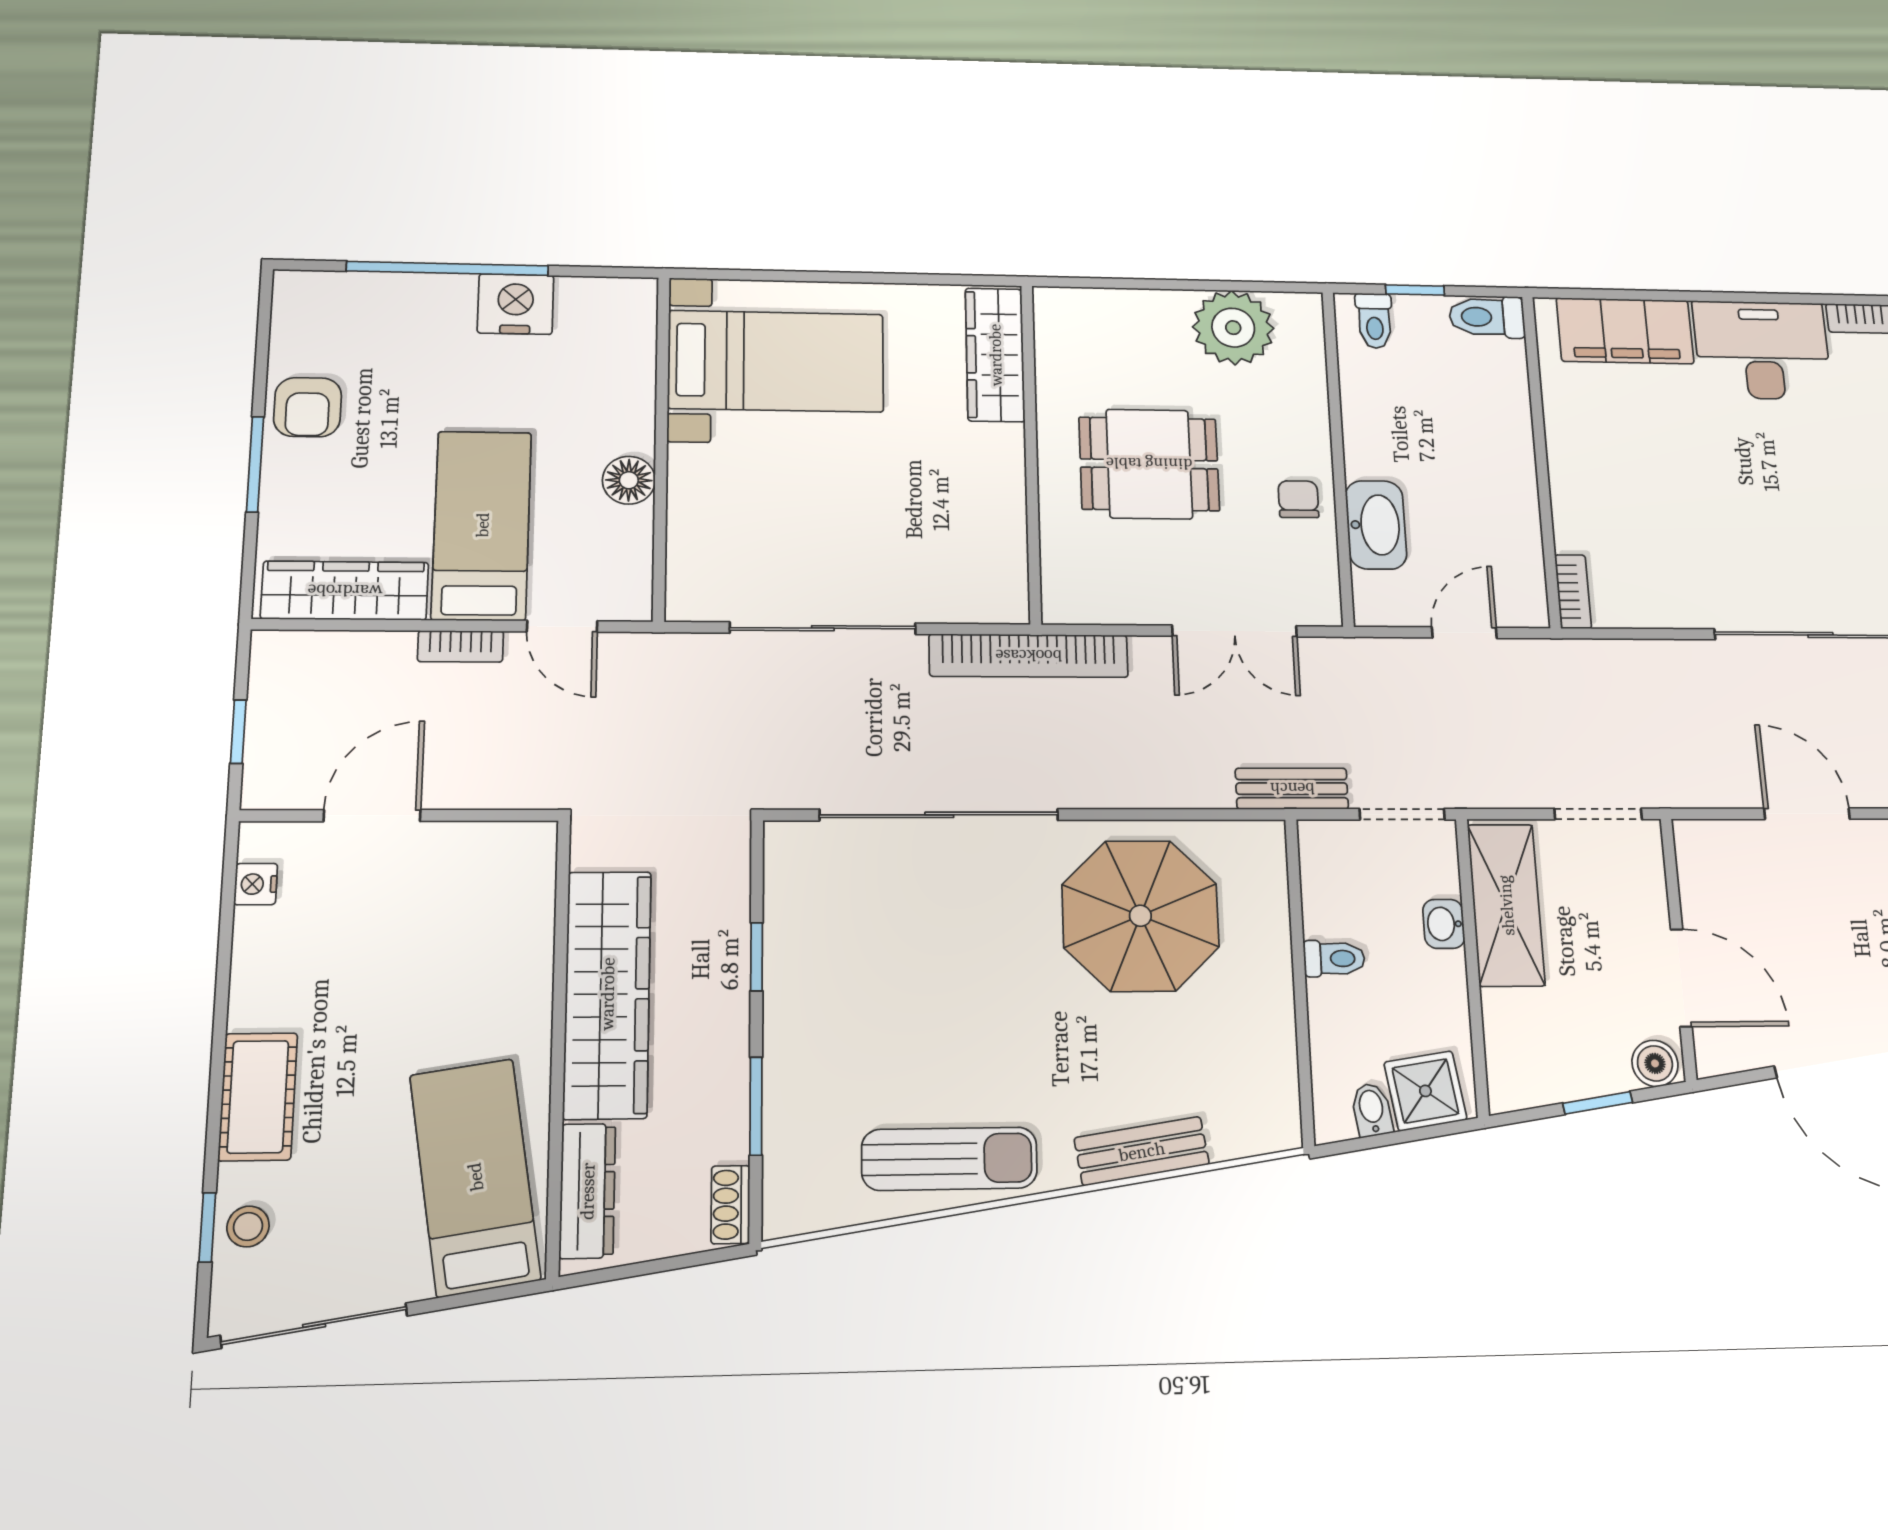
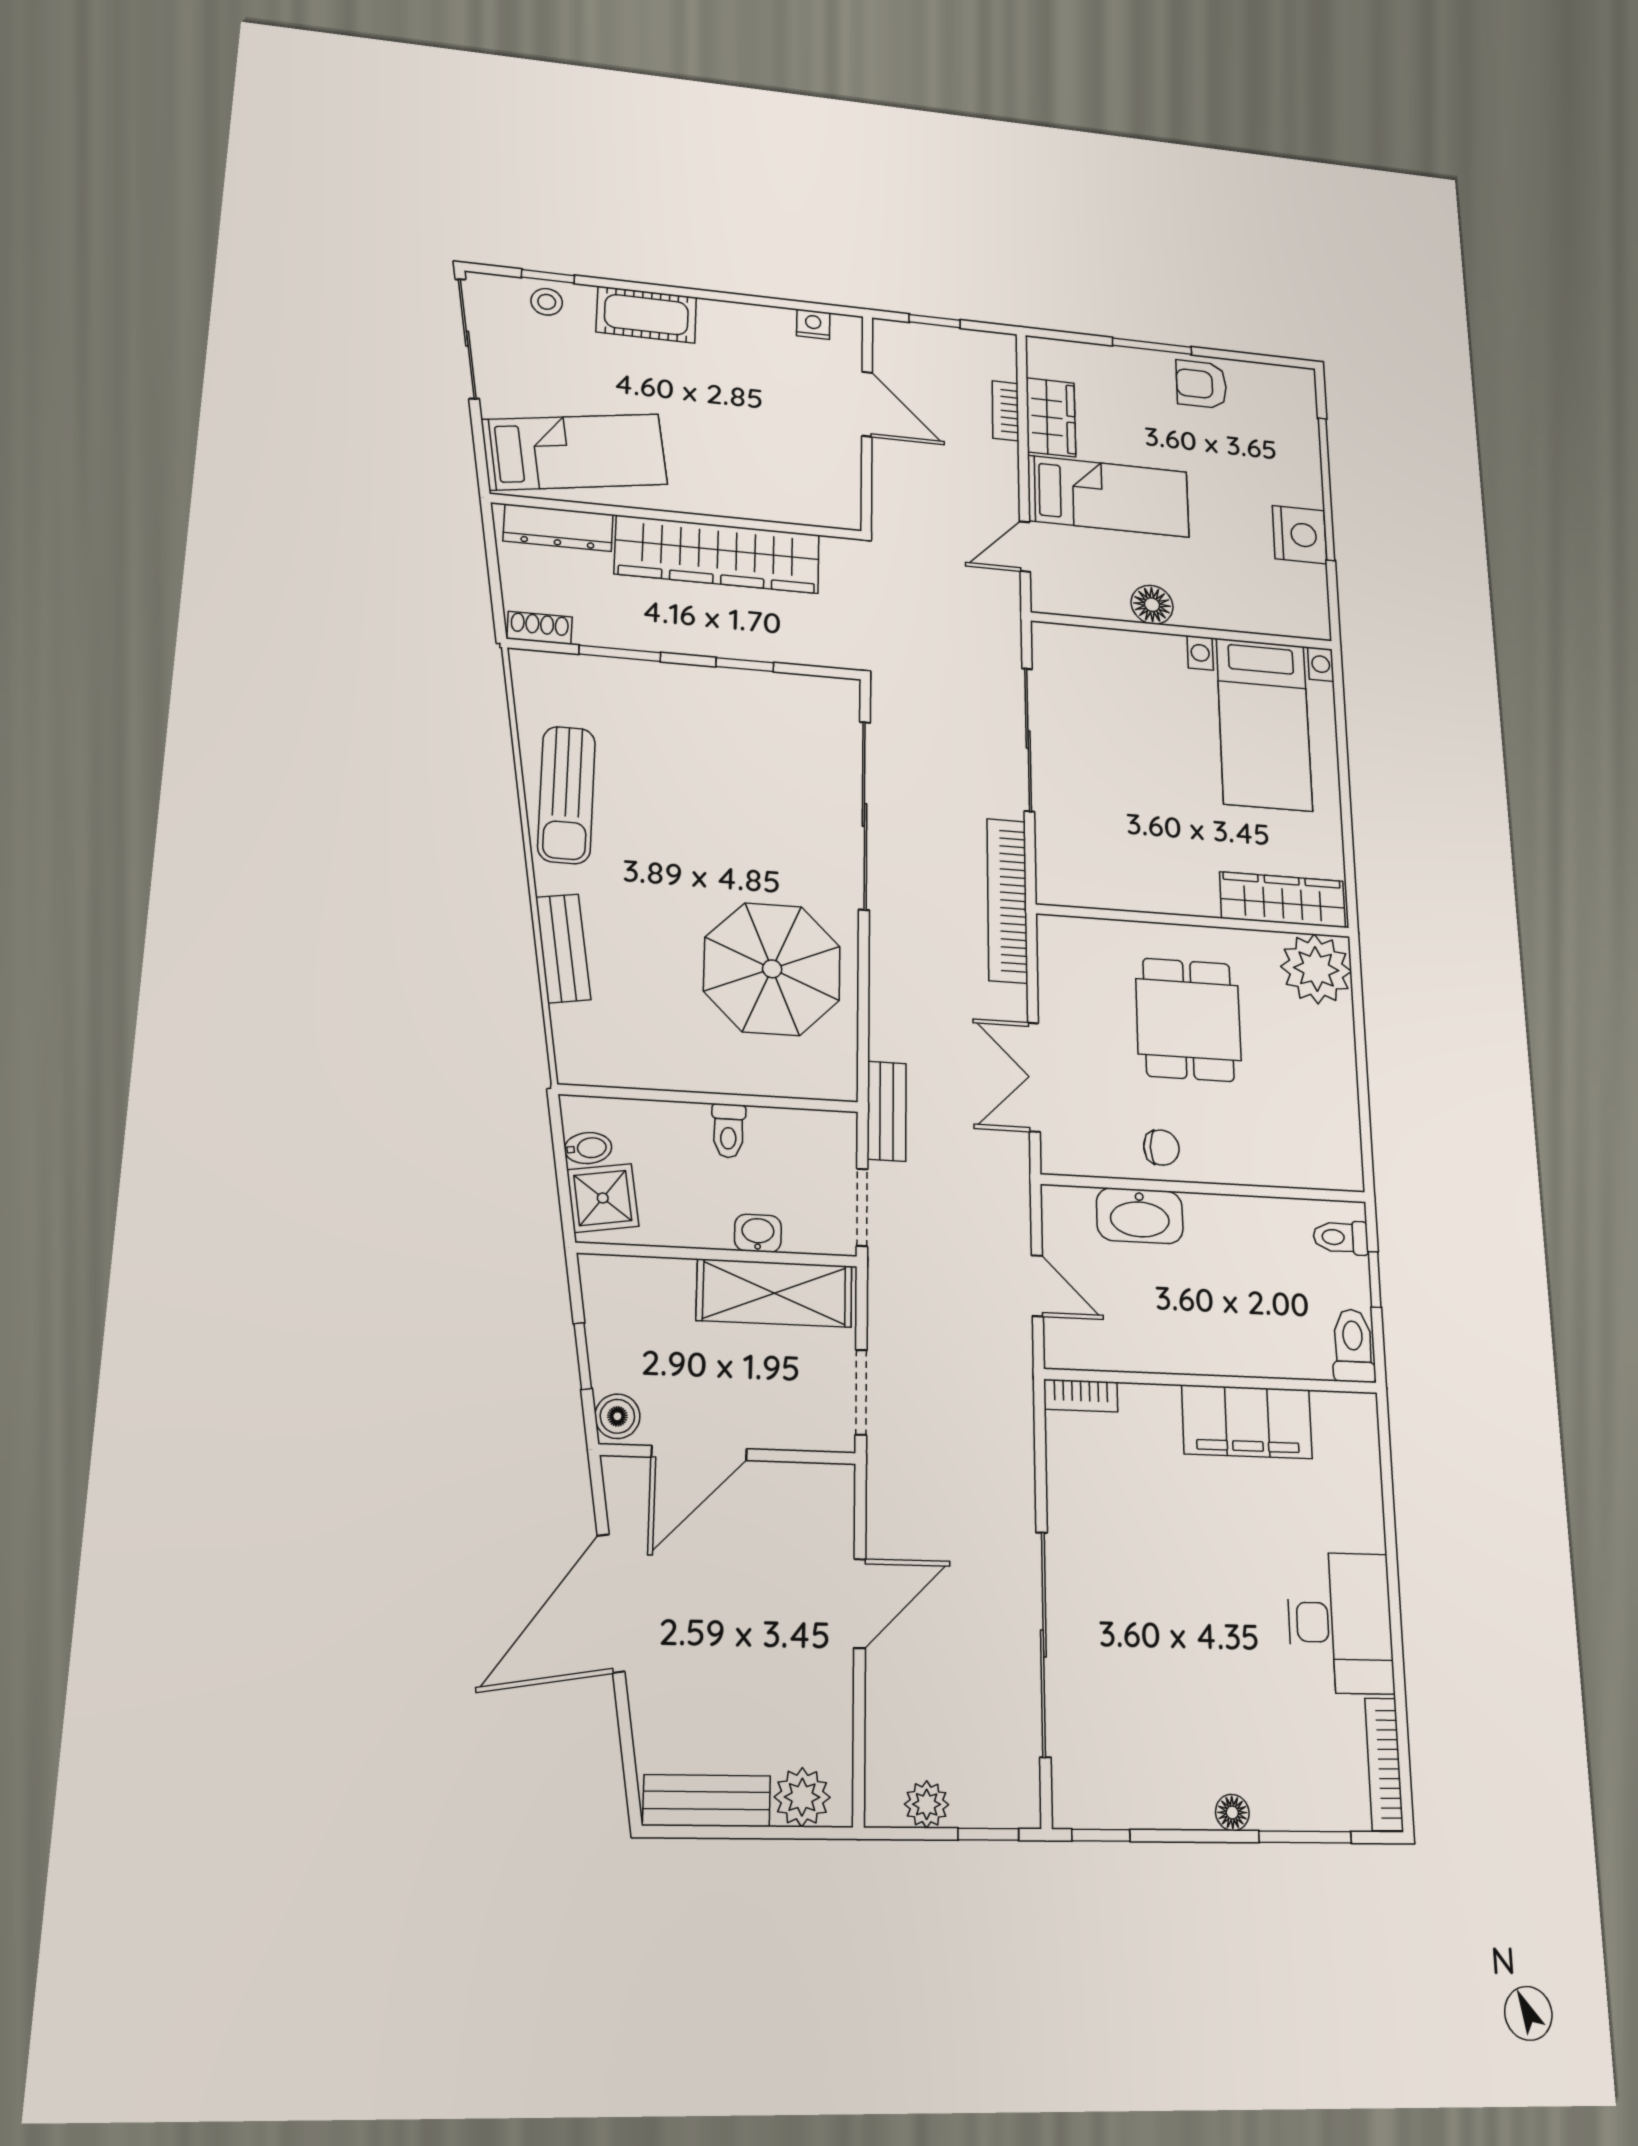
plant: (1233, 328) -> (1316, 969), moved
filing cabinet: (1625, 331) -> (1247, 1422), moved, turned -90
wardrobe: (345, 591) -> (1051, 417), width x0.67
bookcase: (461, 646) -> (1005, 411), moved

